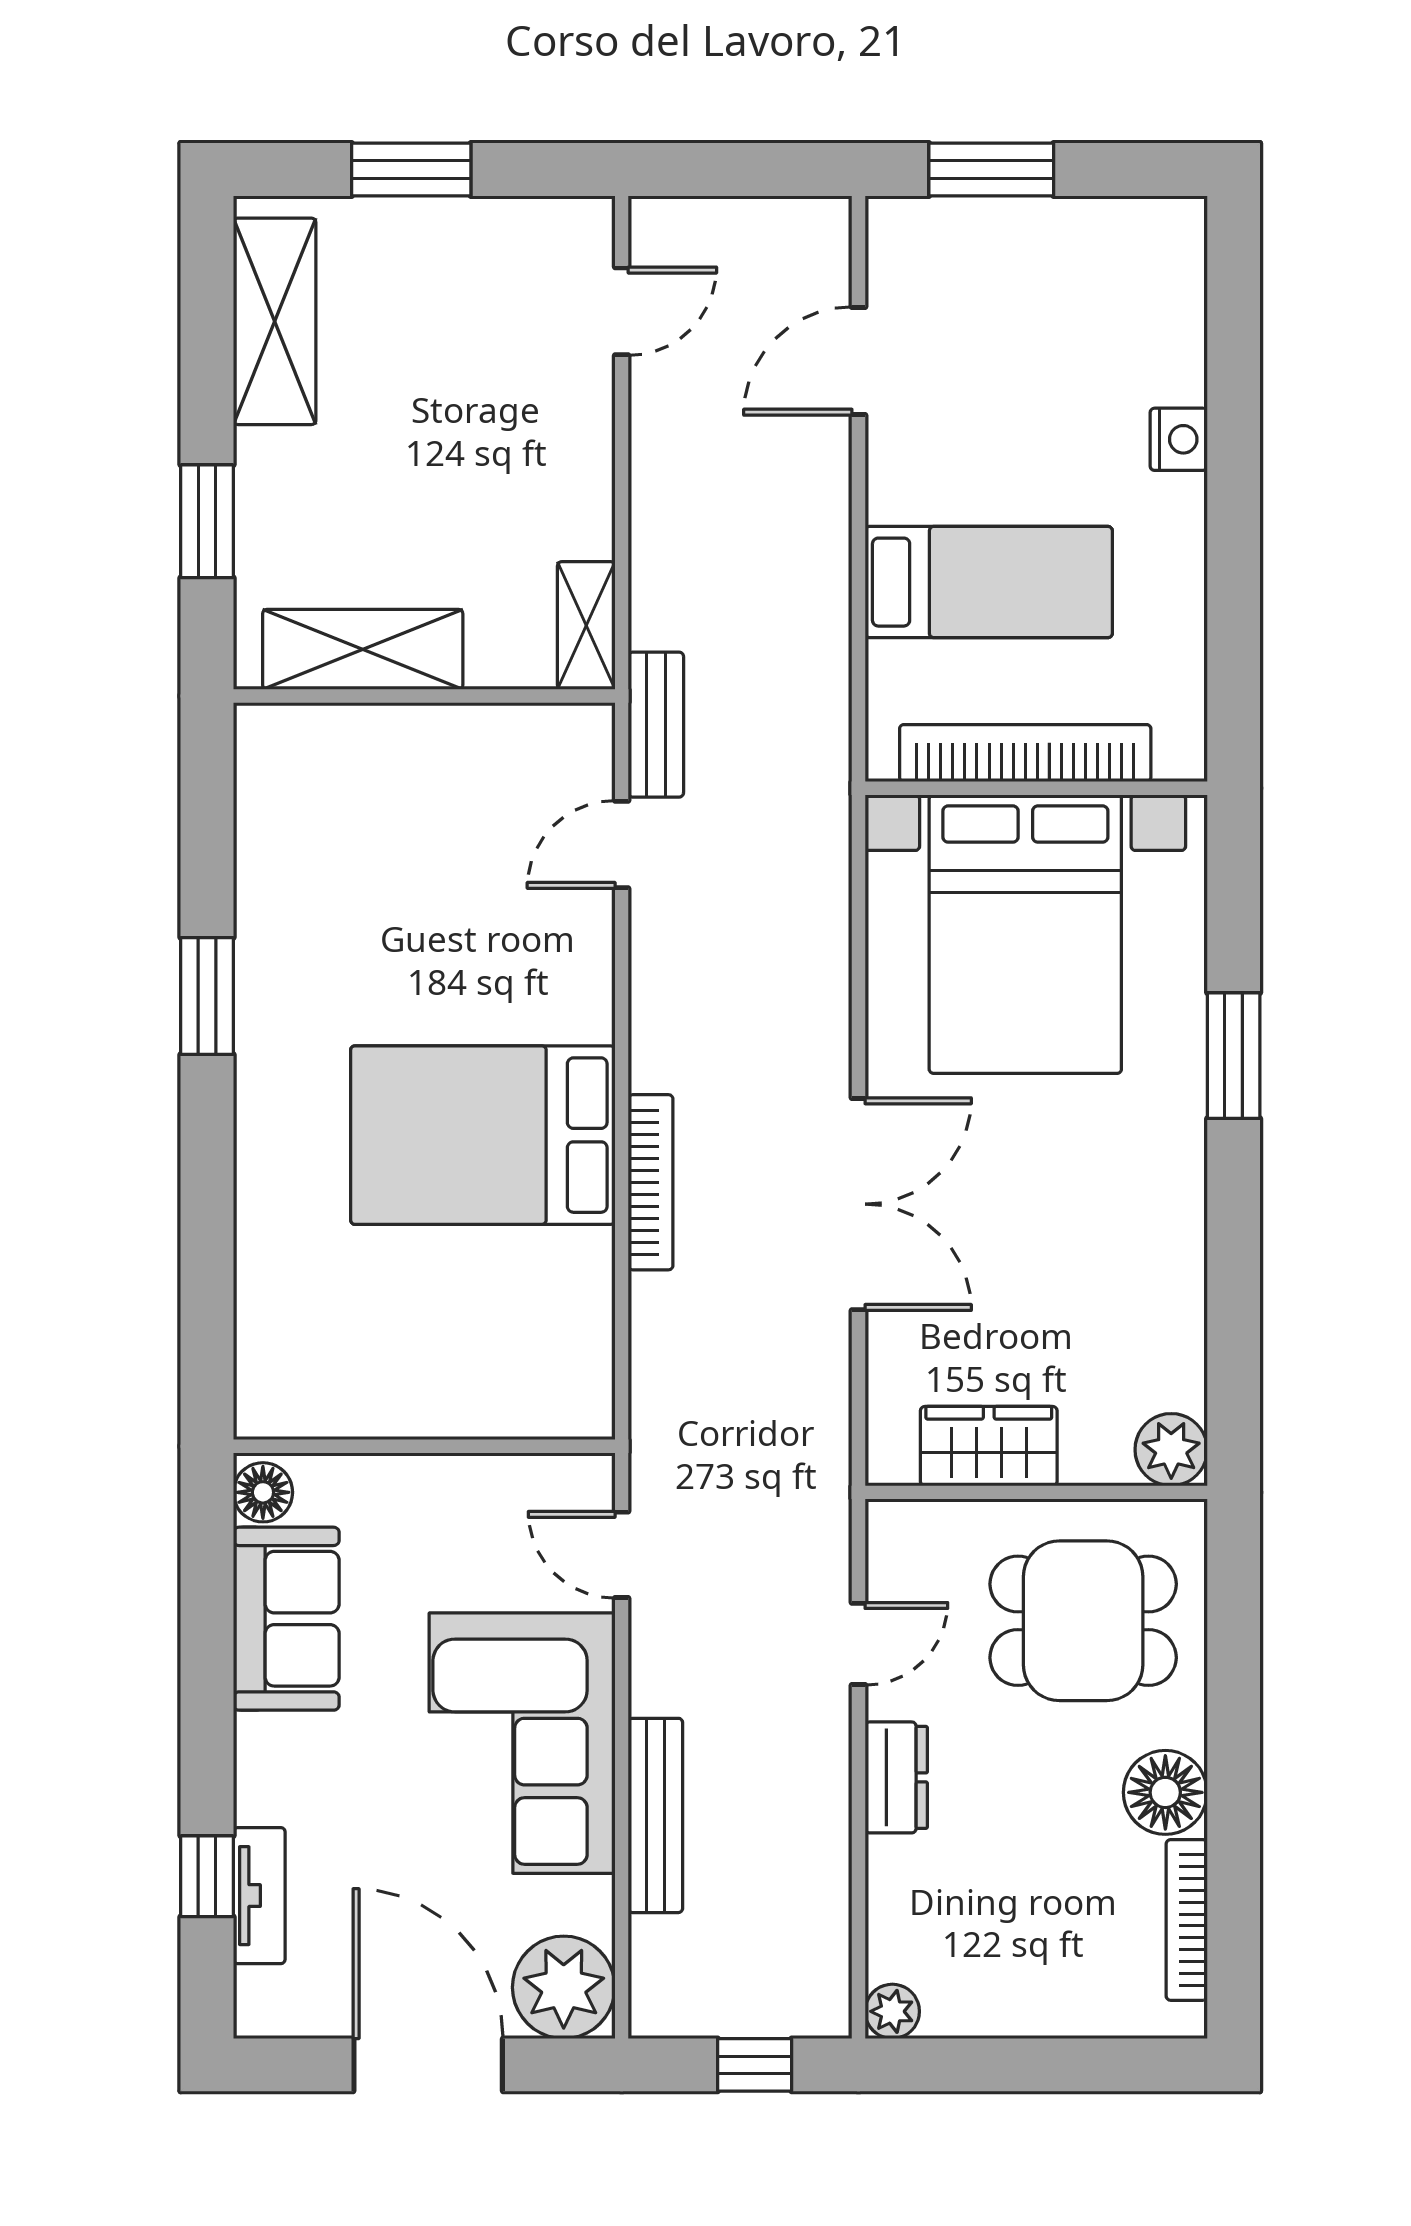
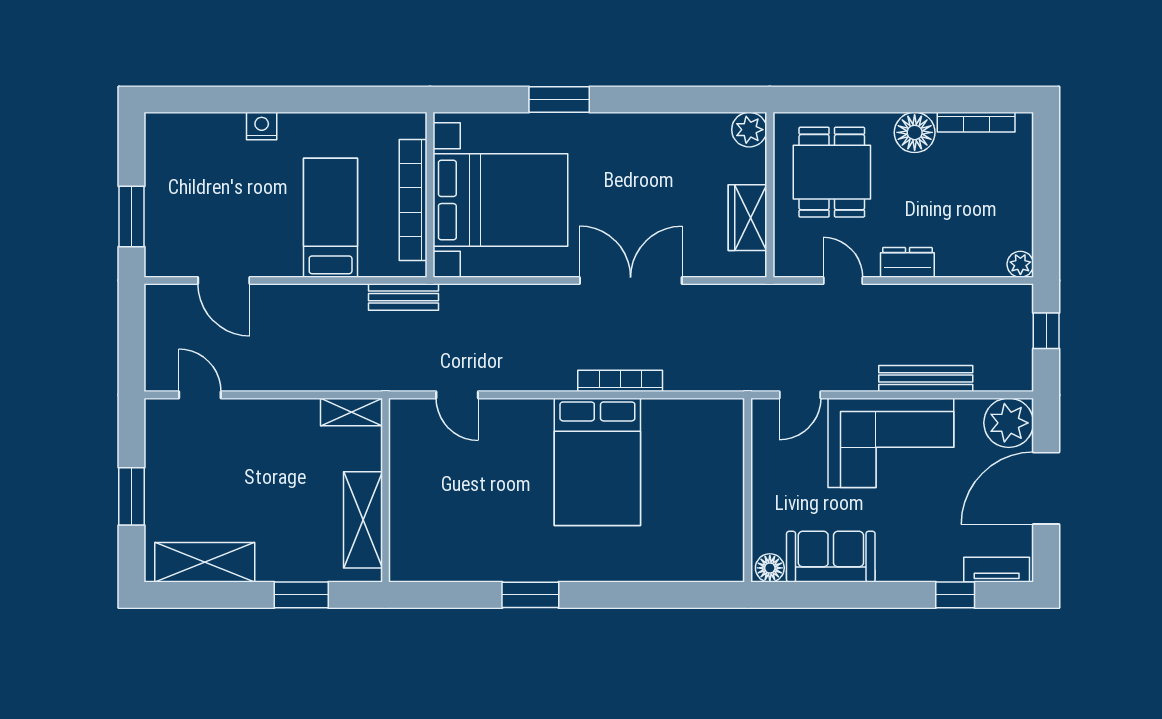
bench: (656, 725) -> (403, 297), moved
tv unit: (259, 1896) -> (997, 570), moved

